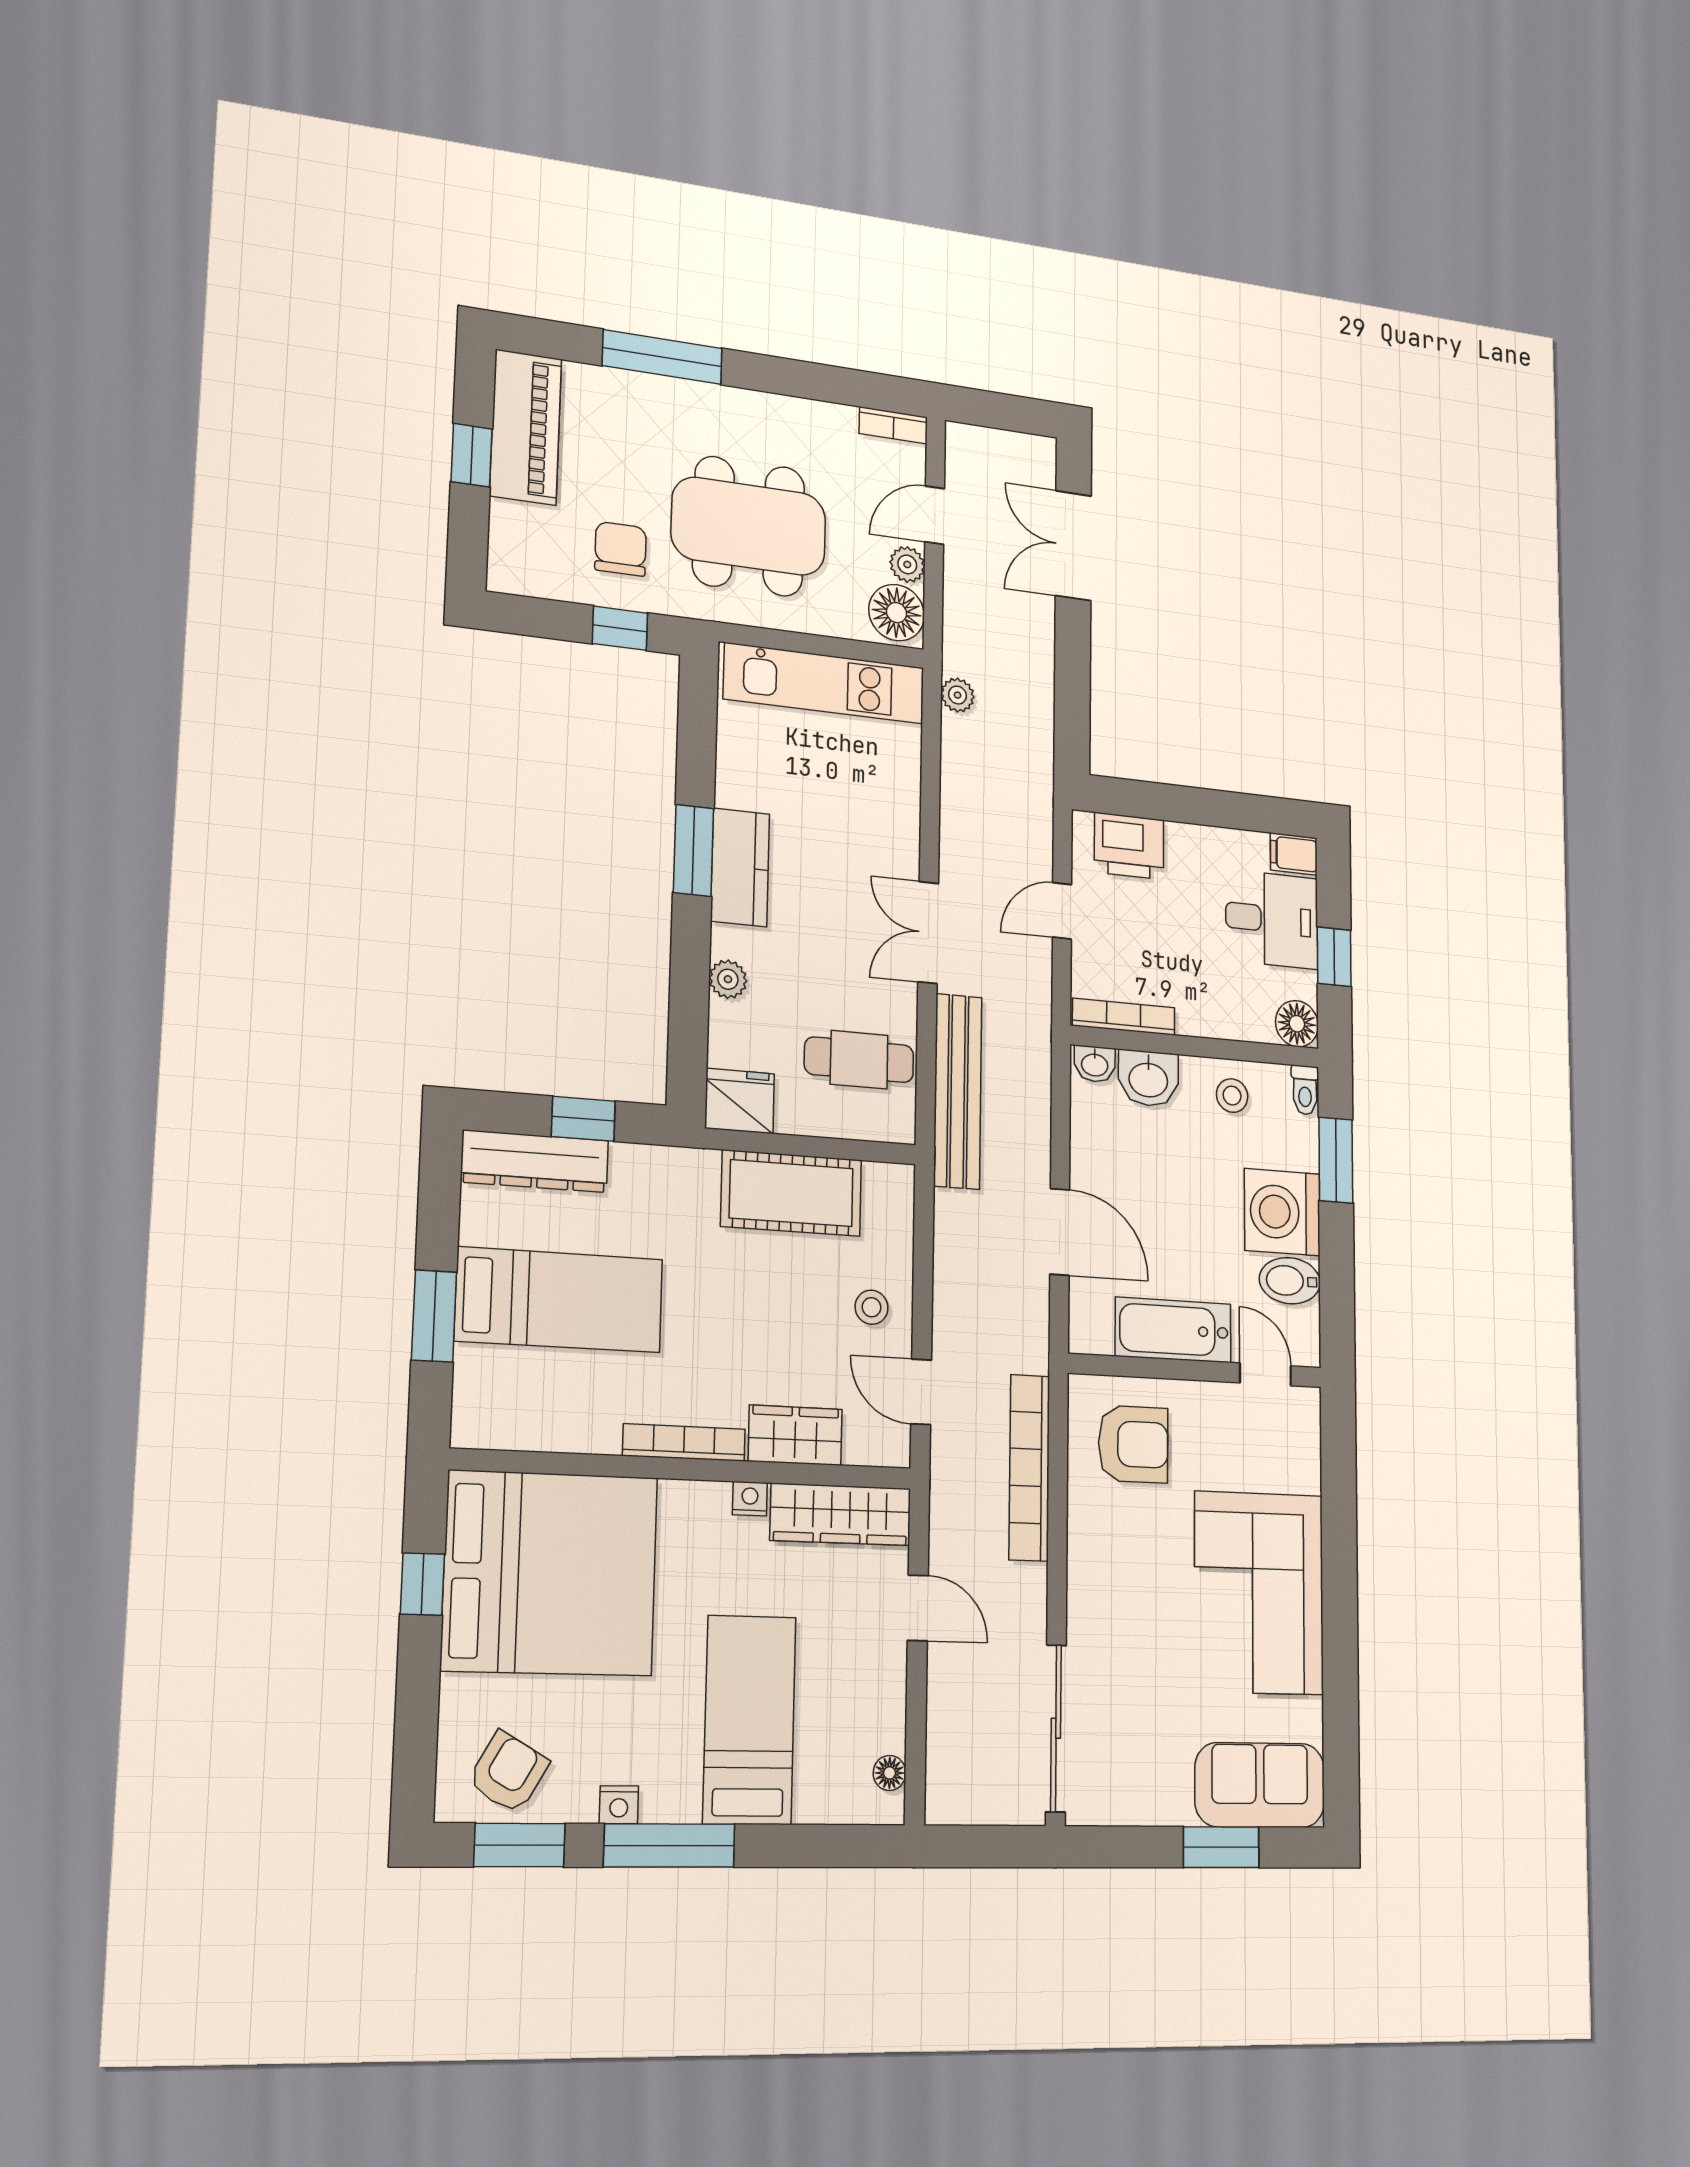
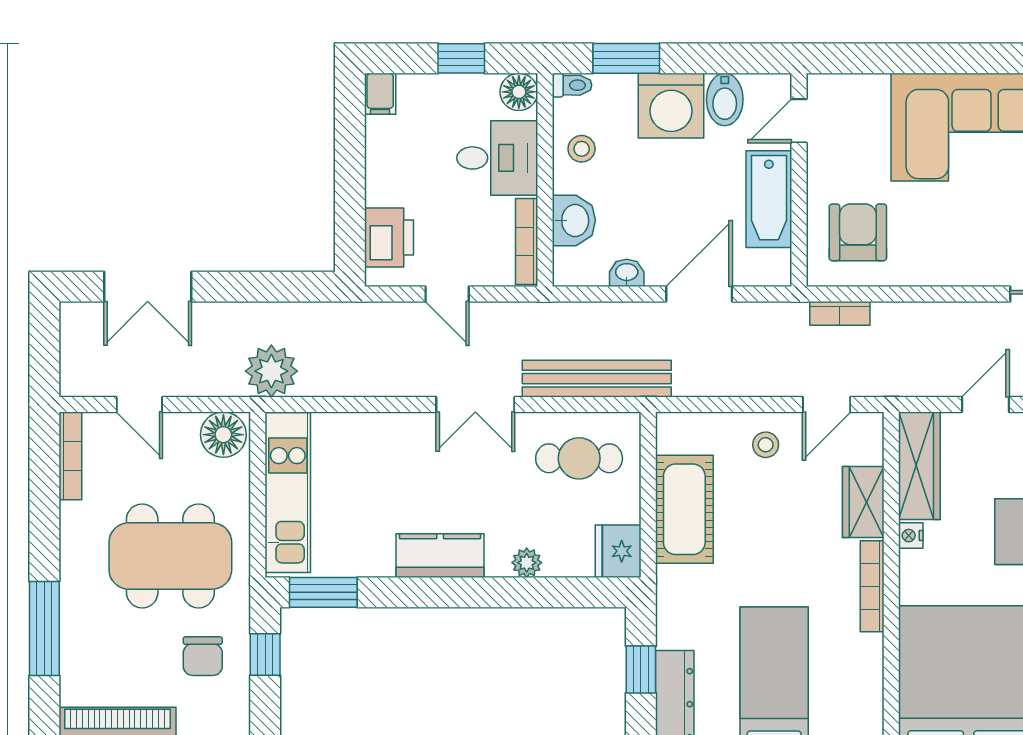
bookcase: (893, 425) -> (70, 456), width x1.56
dining table: (749, 526) -> (170, 556), turned 90
chair: (621, 549) -> (203, 656), turned -90
plant: (907, 564) -> (183, 426), removed
plant: (958, 695) -> (271, 371), width x1.88, depth x1.88
window: (693, 850) -> (323, 592), moved
desk: (1272, 919) -> (497, 158), moved, turned 90
cafe table: (859, 1060) -> (579, 458), turned 90
washbasin: (1095, 1064) -> (627, 273), moved, turned -90
bookcase: (1029, 1468) -> (840, 313), width x0.43, depth x0.76

